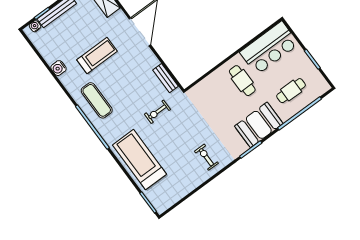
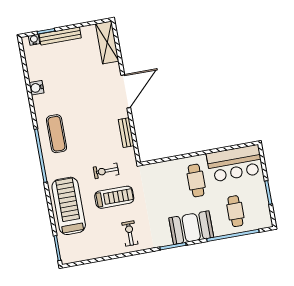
treadmill: (97, 56) -> (114, 197), moved
bench: (166, 78) -> (126, 133), moved
cafe table: (291, 91) -> (235, 211), turned 90

